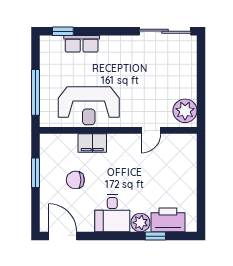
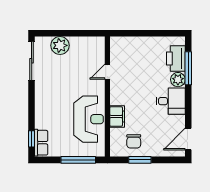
row of seats: (82, 44) -> (41, 143), moved
plant: (185, 111) -> (60, 45), moved
door: (151, 130) -> (107, 72), swing flipped
chair: (75, 180) -> (134, 141), moved
window: (155, 236) -> (188, 68), width x2.17

